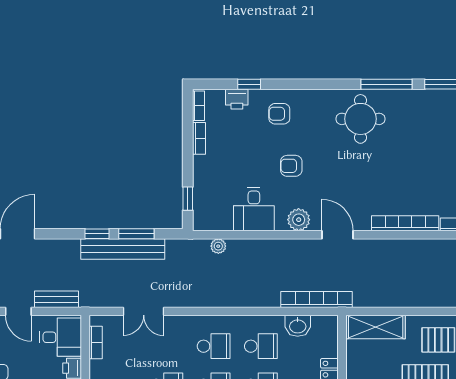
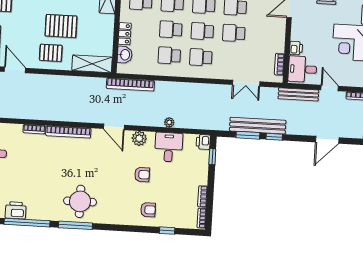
printer: (237, 99) -> (203, 142), moved, turned -90
round table: (360, 119) -> (80, 201), moved
plant: (218, 246) -> (169, 122), moved
bench: (56, 299) -> (298, 94), width x1.36
double door: (144, 311) -> (246, 83), swing flipped
washbasin: (298, 326) -> (125, 55), moved, turned 90

